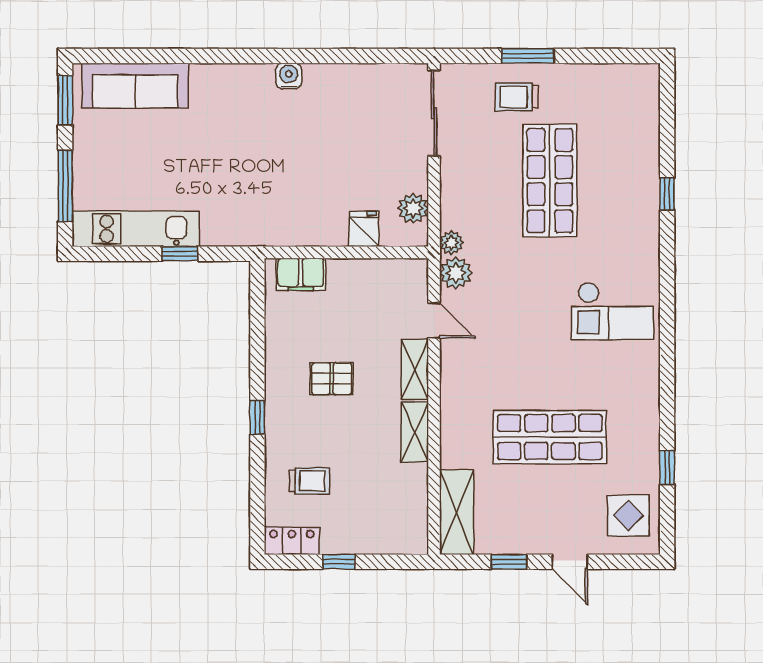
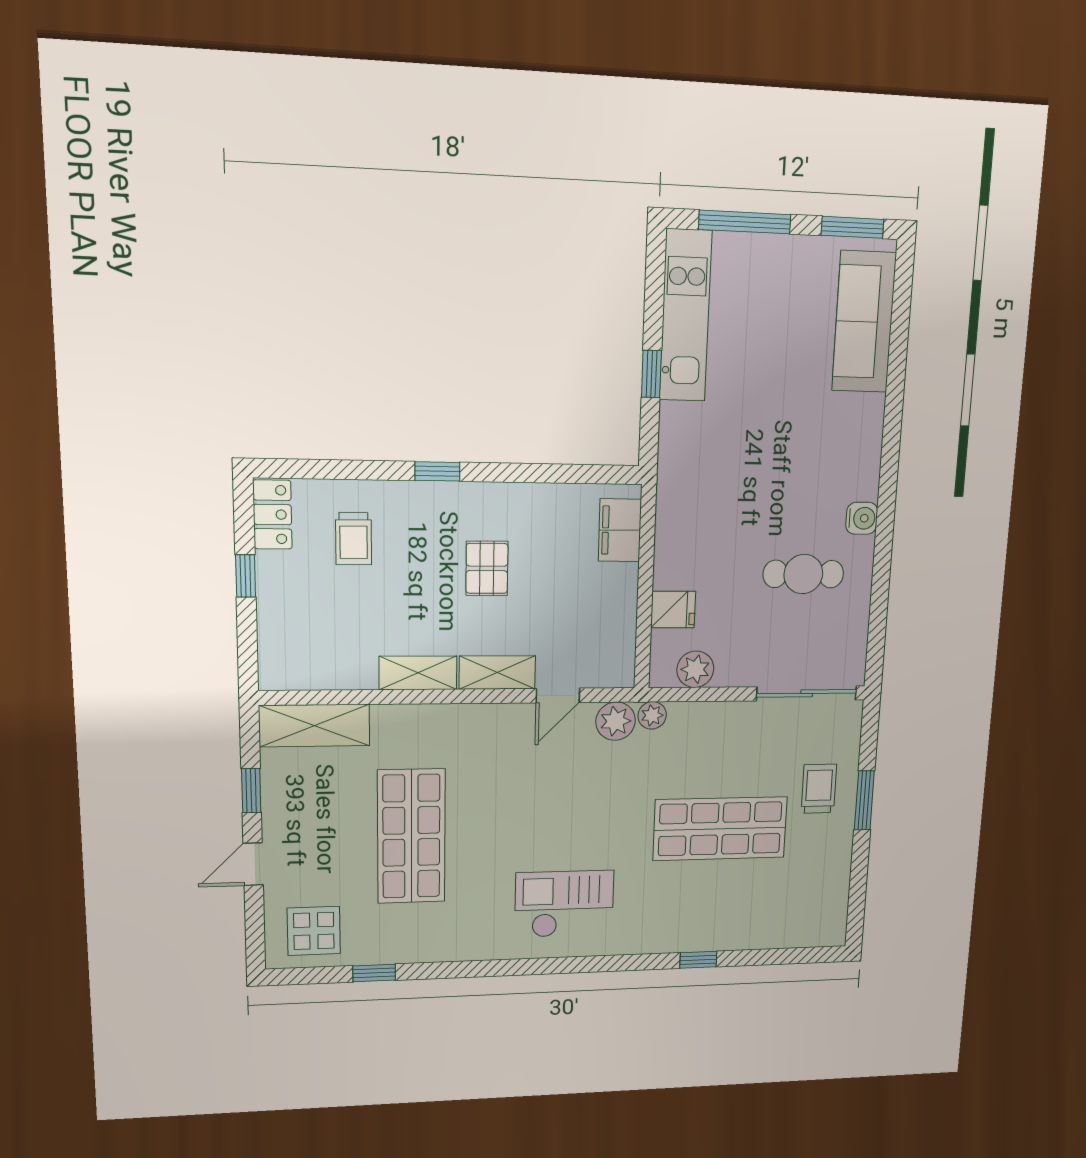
cafe table: (334, 122) -> (803, 574), added
checkout: (612, 311) -> (564, 904), turned 90

